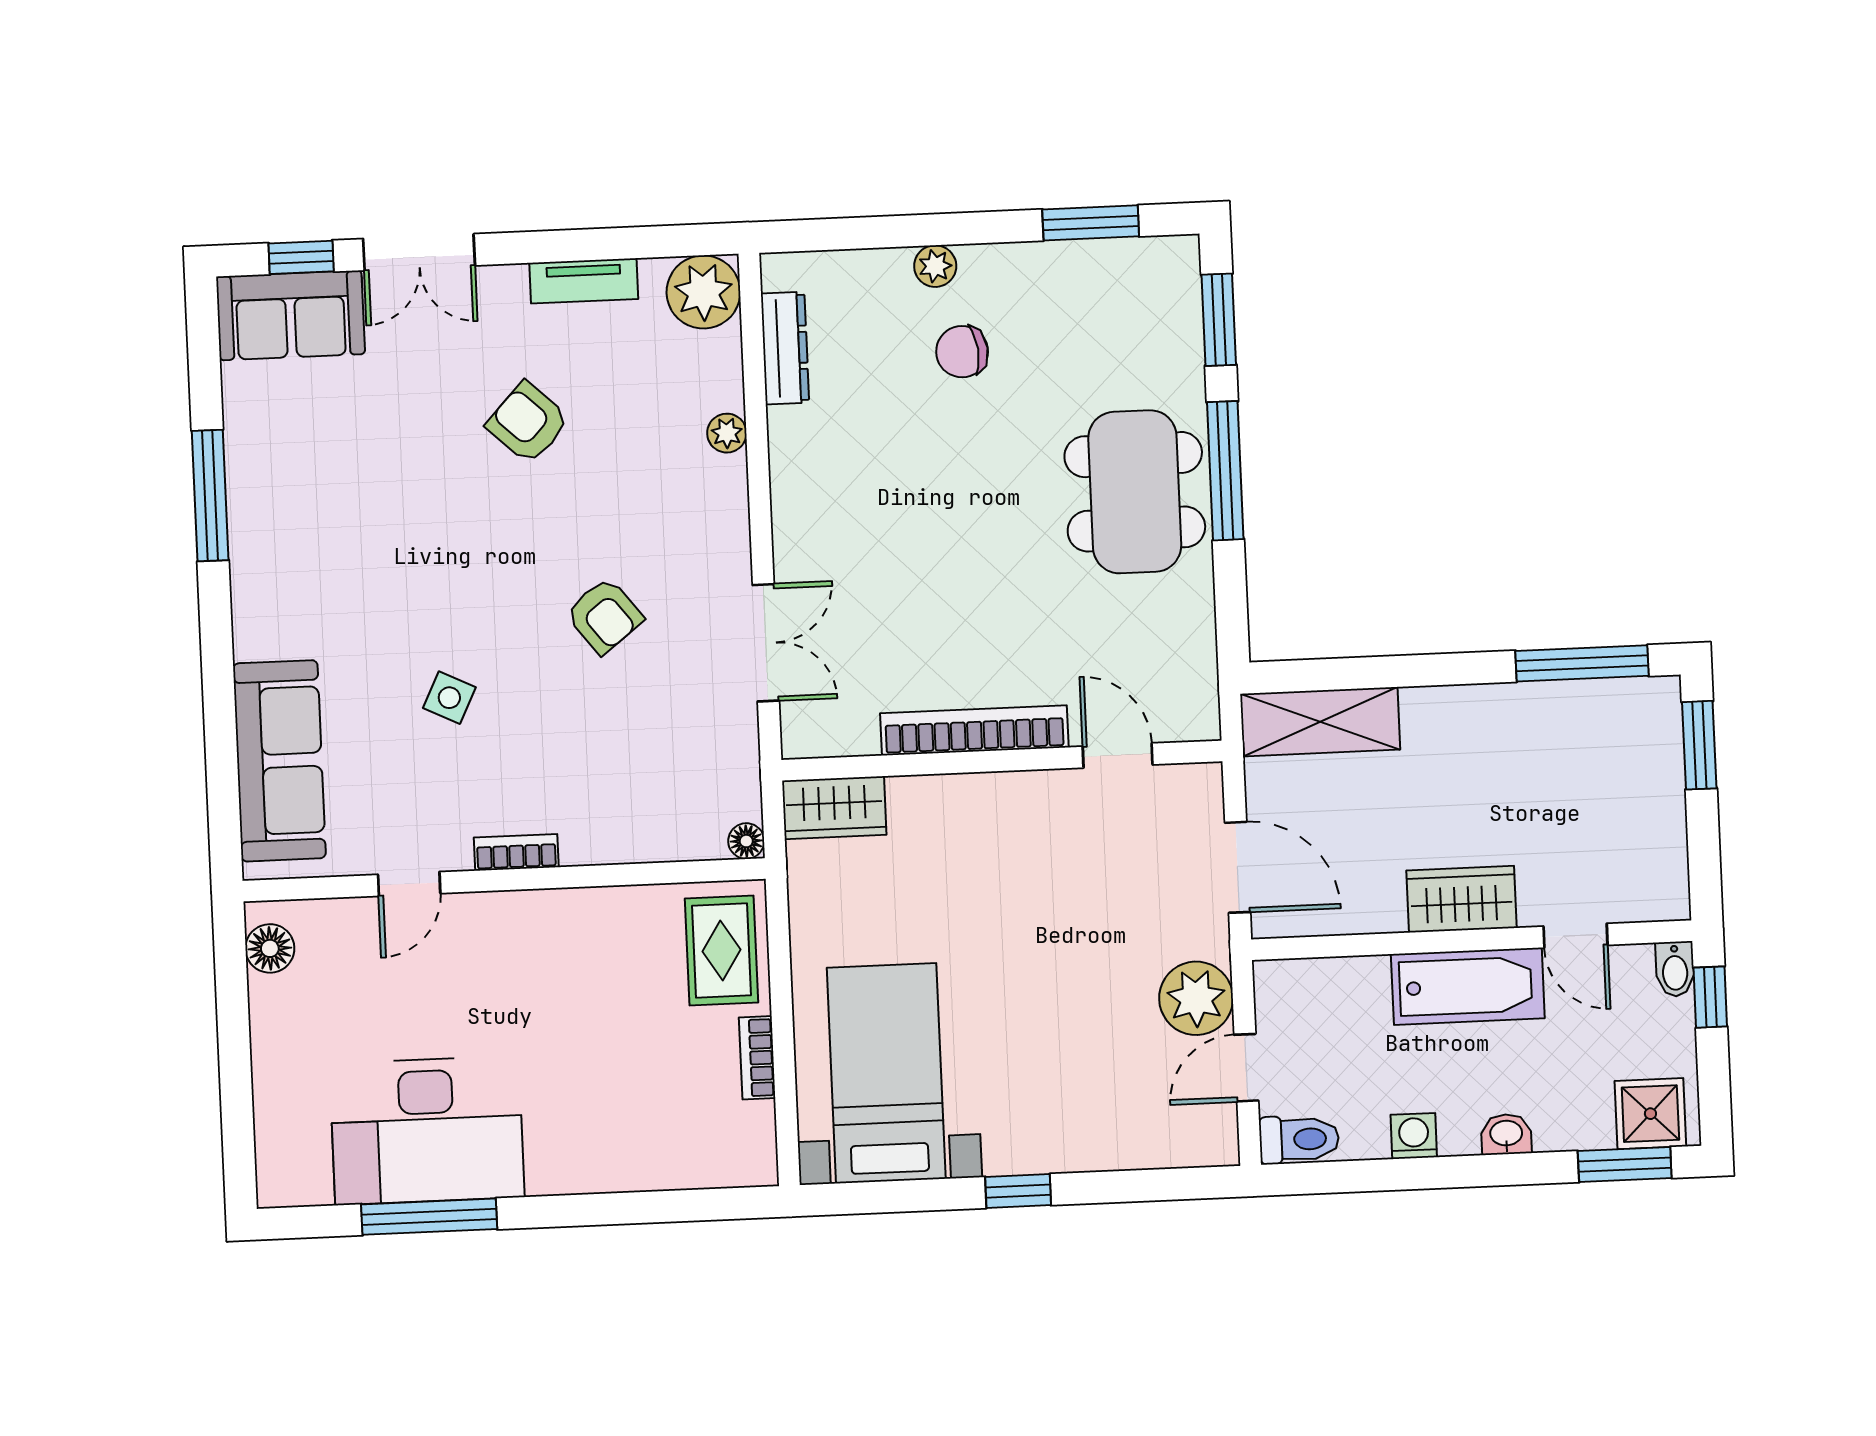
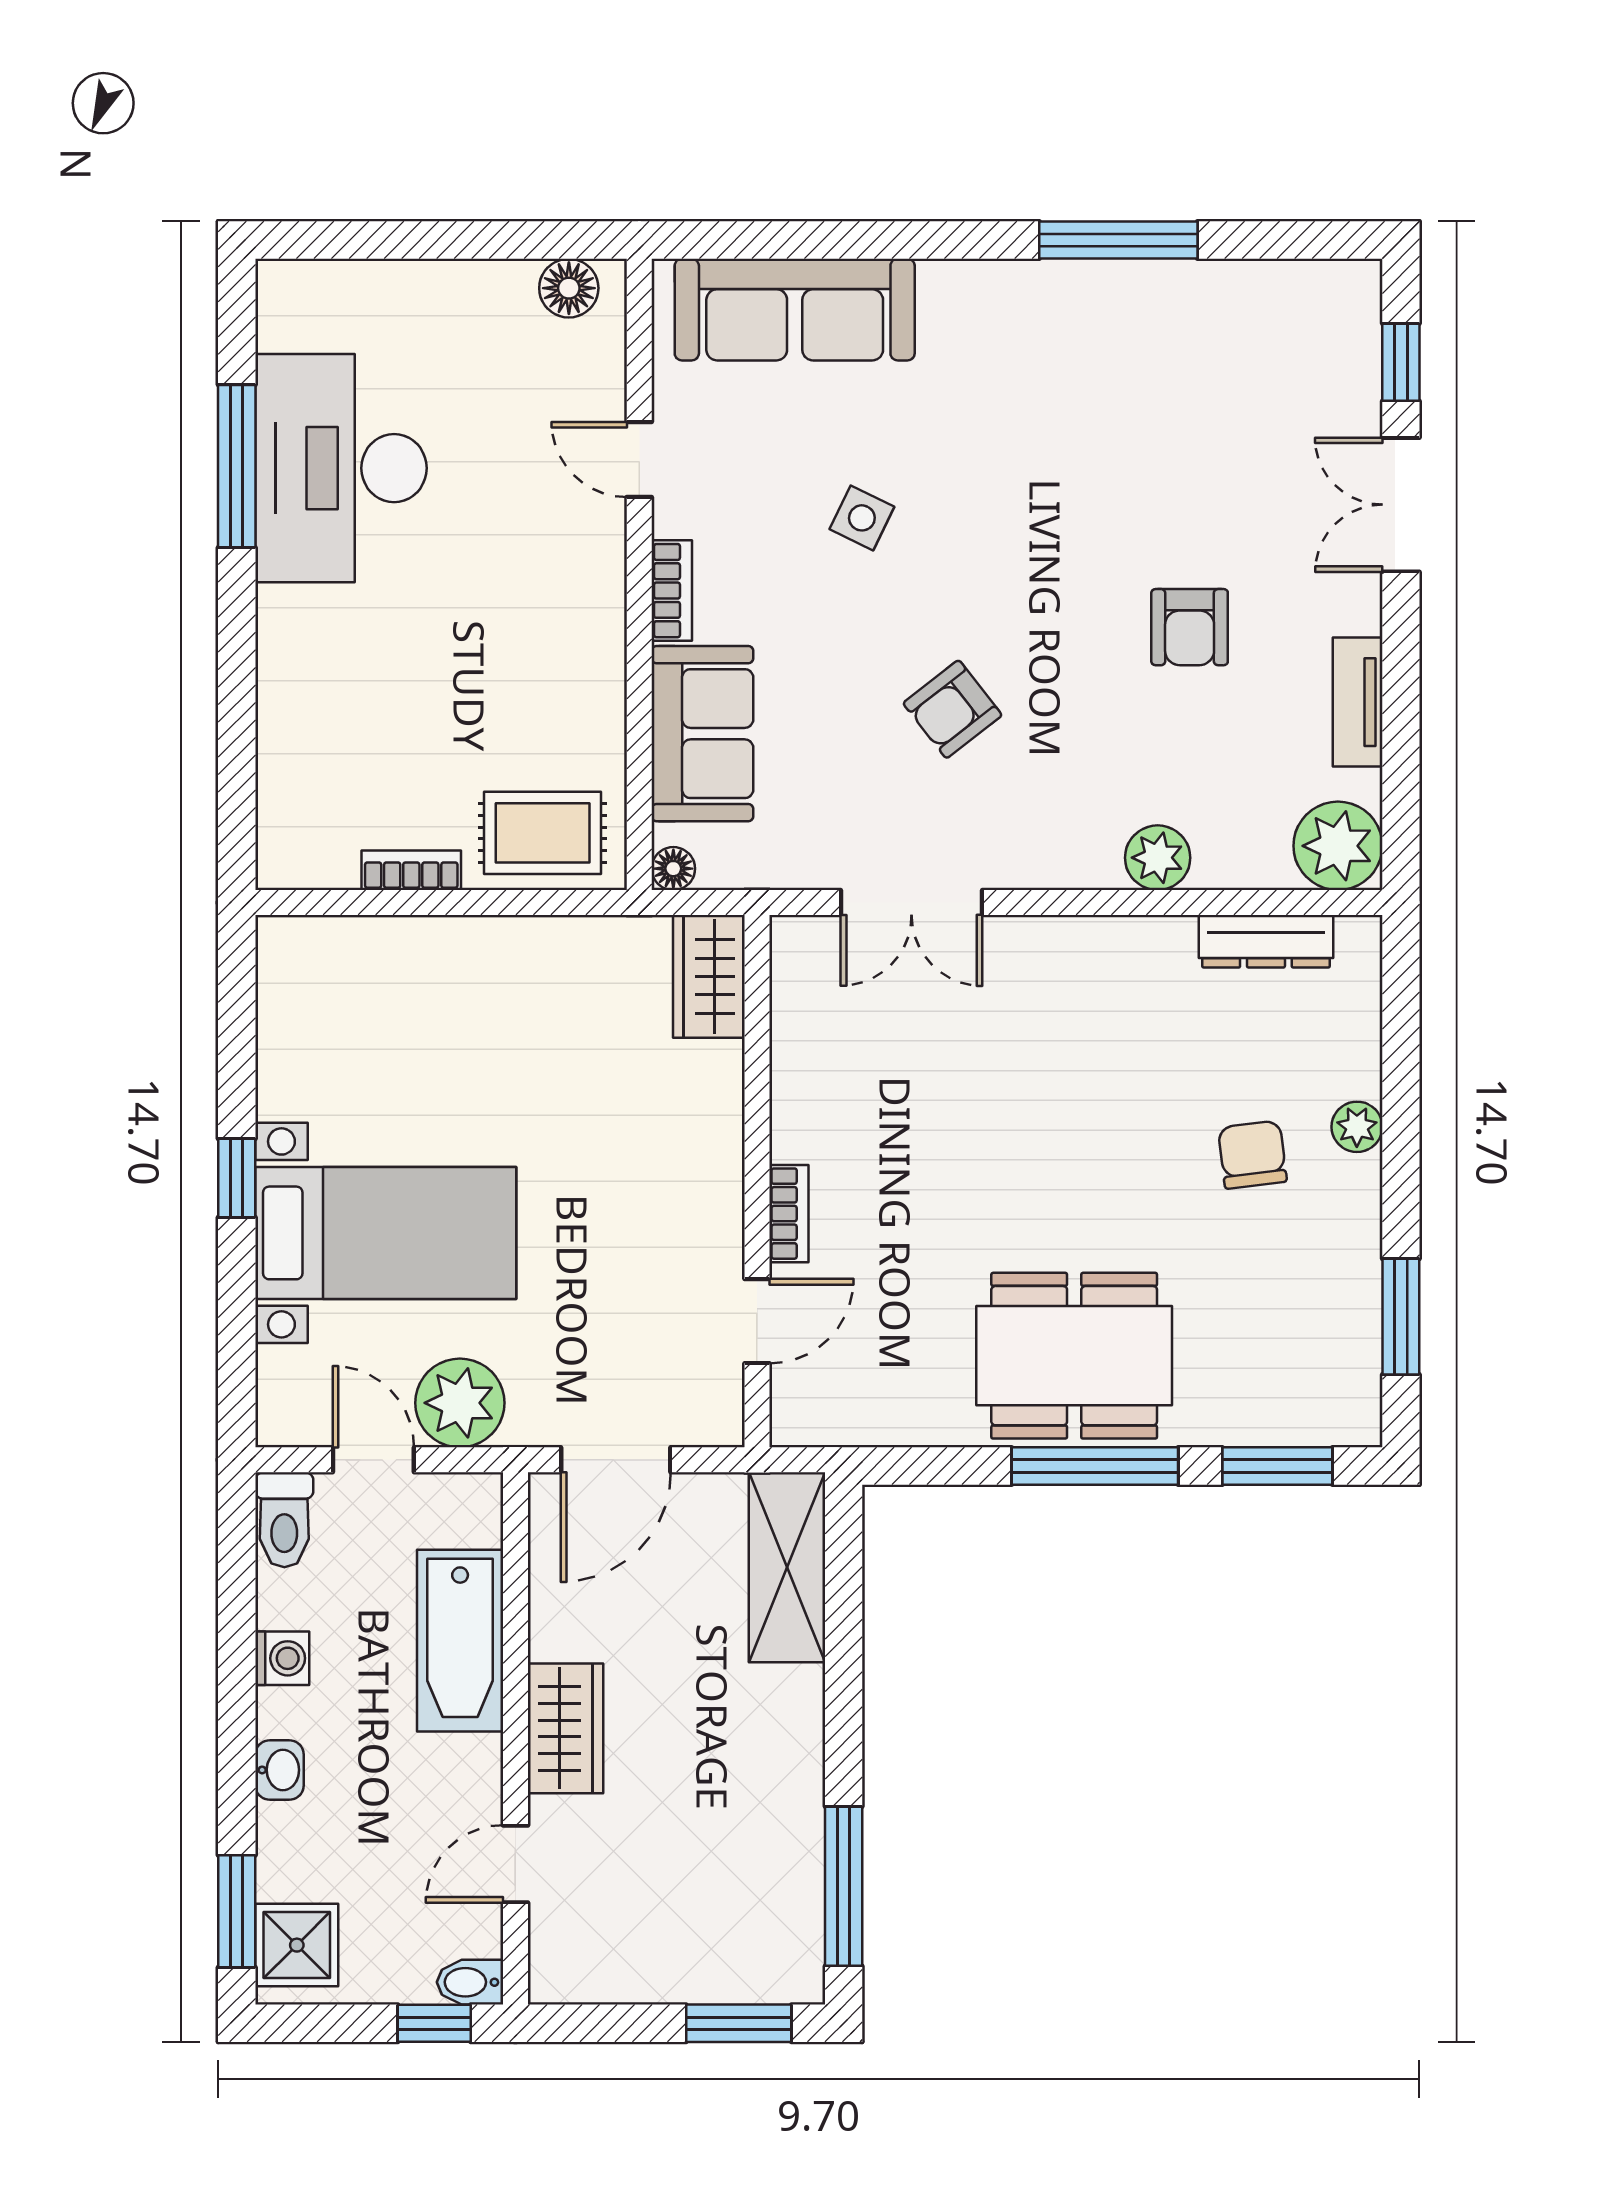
sofa: (291, 315) -> (702, 734), moved, turned 180
armchair: (528, 423) -> (1190, 627), turned 137
plant: (727, 433) -> (1158, 858), width x1.38, depth x1.38
bookcase: (974, 730) -> (789, 1214), width x0.43, depth x0.76
bathtub: (1468, 986) -> (460, 1641), moved
bed with nightstands: (886, 1073) -> (386, 1233), moved

